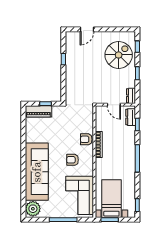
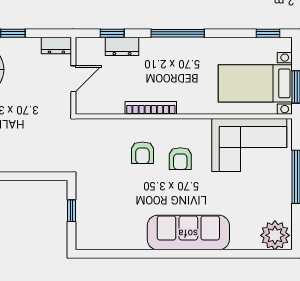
piano: (38, 111) -> (87, 225), removed
dresser: (131, 117) -> (122, 46), moved
armchair: (86, 139) -> (142, 153), moved
sofa: (37, 172) -> (188, 233), width x0.74, depth x0.79

